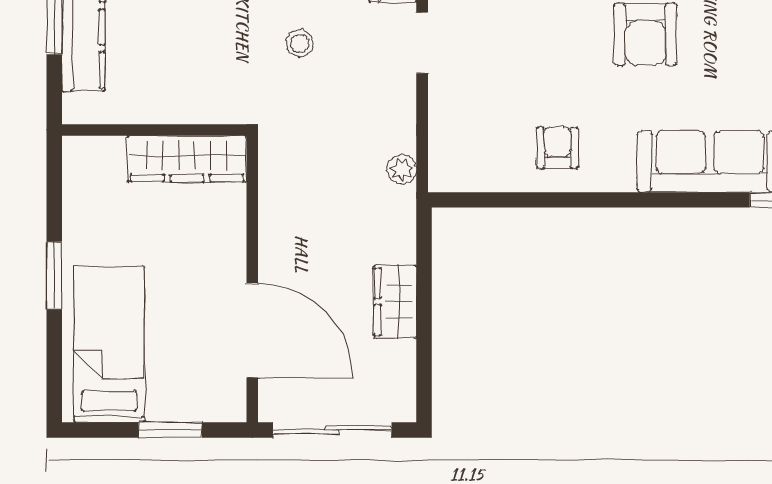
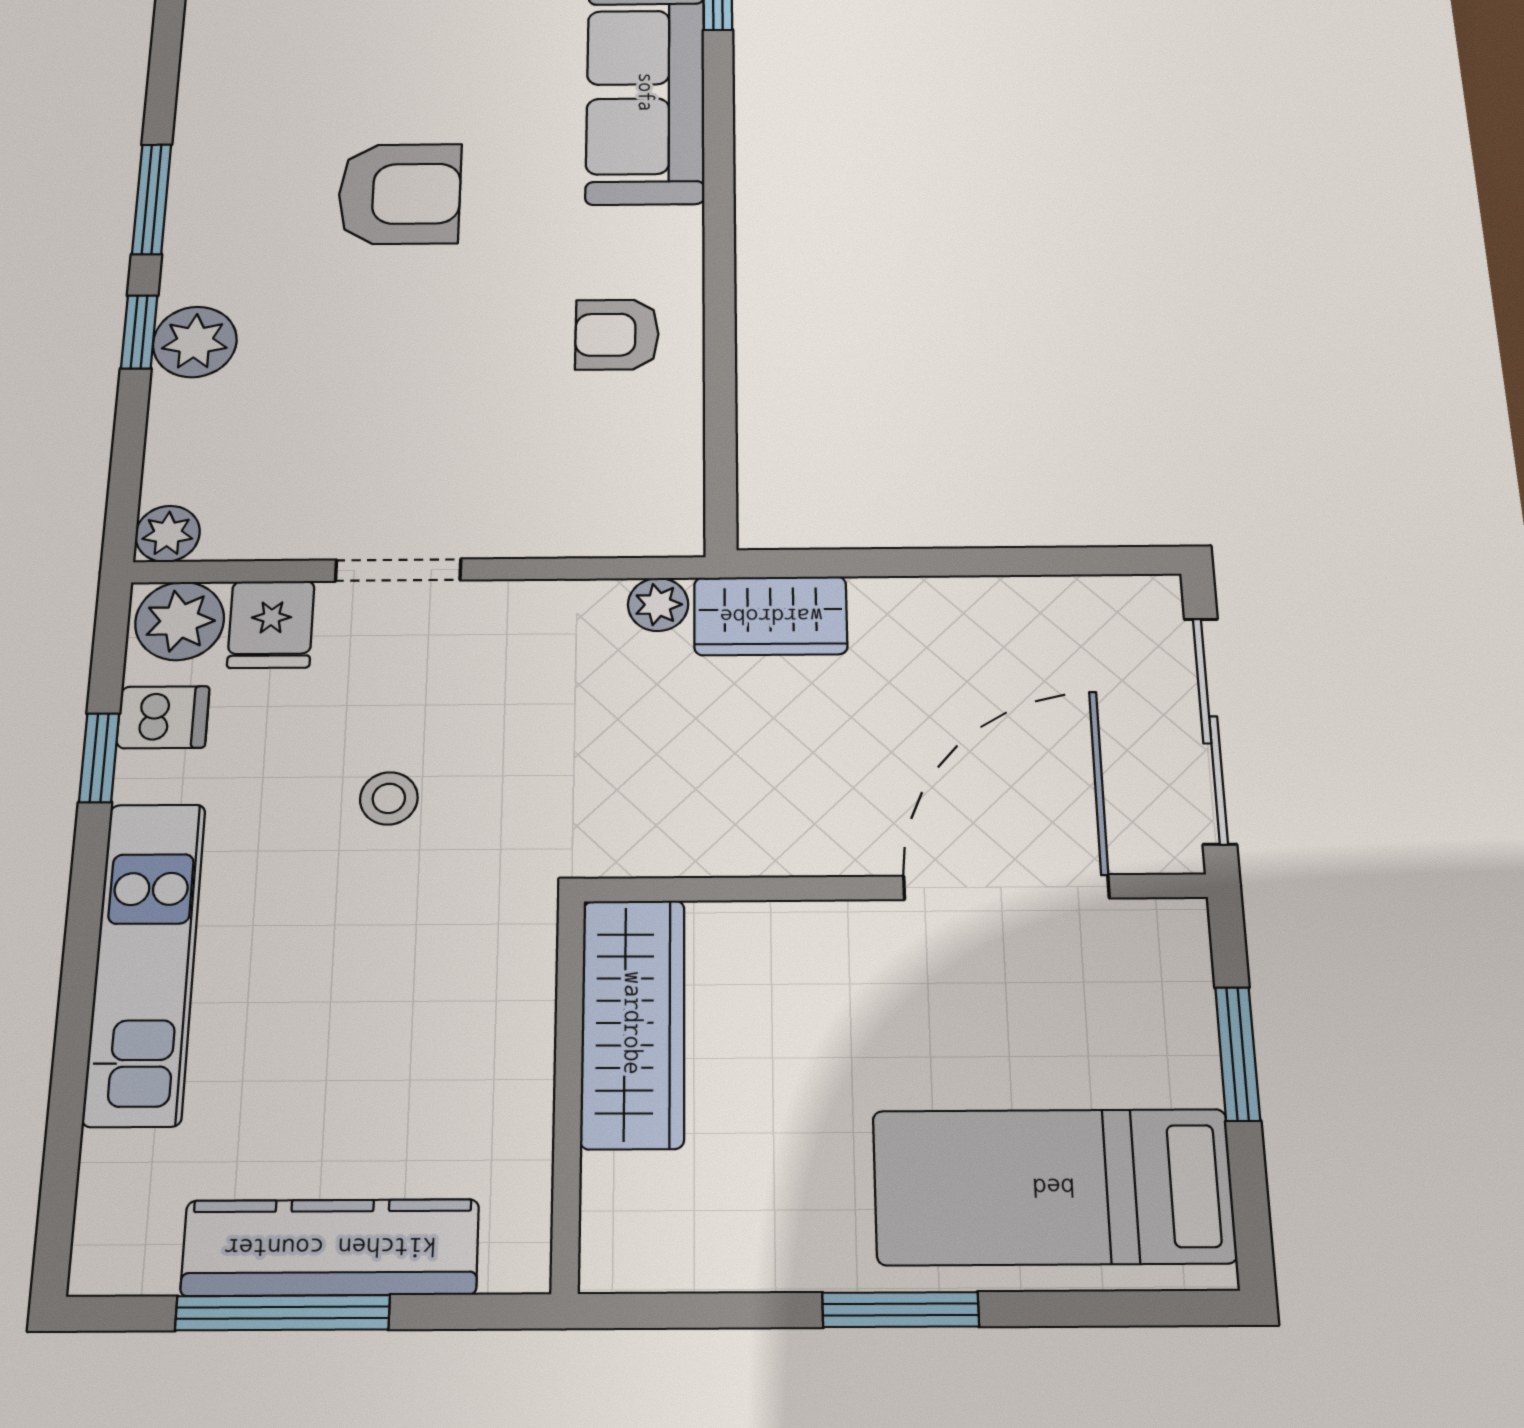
wardrobe: (395, 302) -> (771, 616), moved

